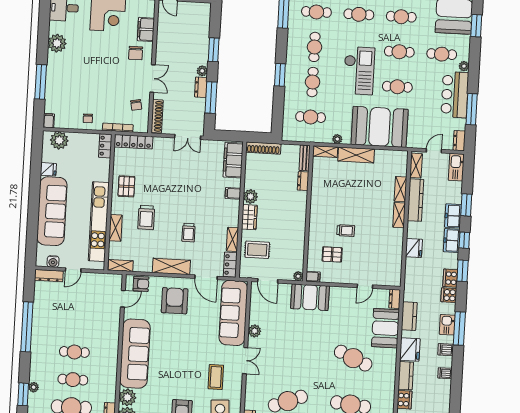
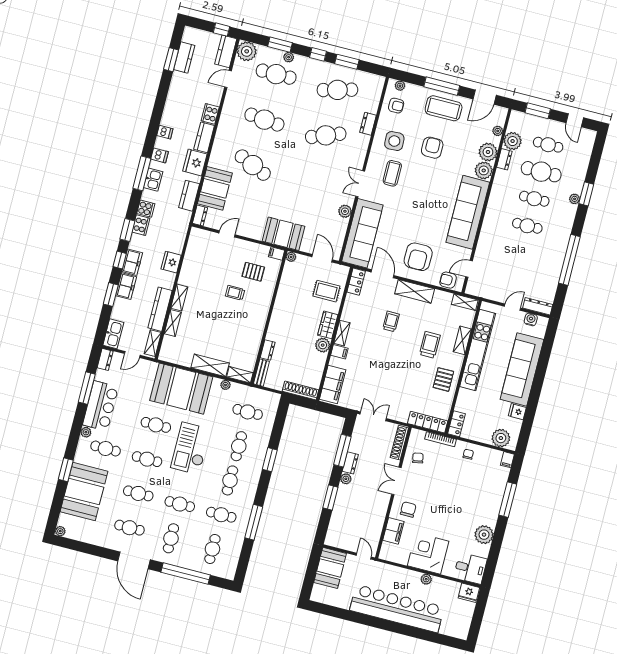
shelving: (232, 239) -> (342, 333), moved

